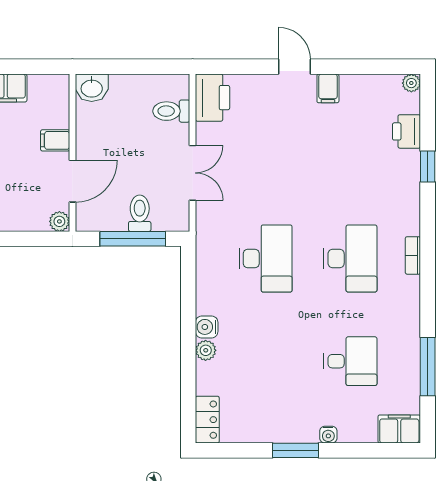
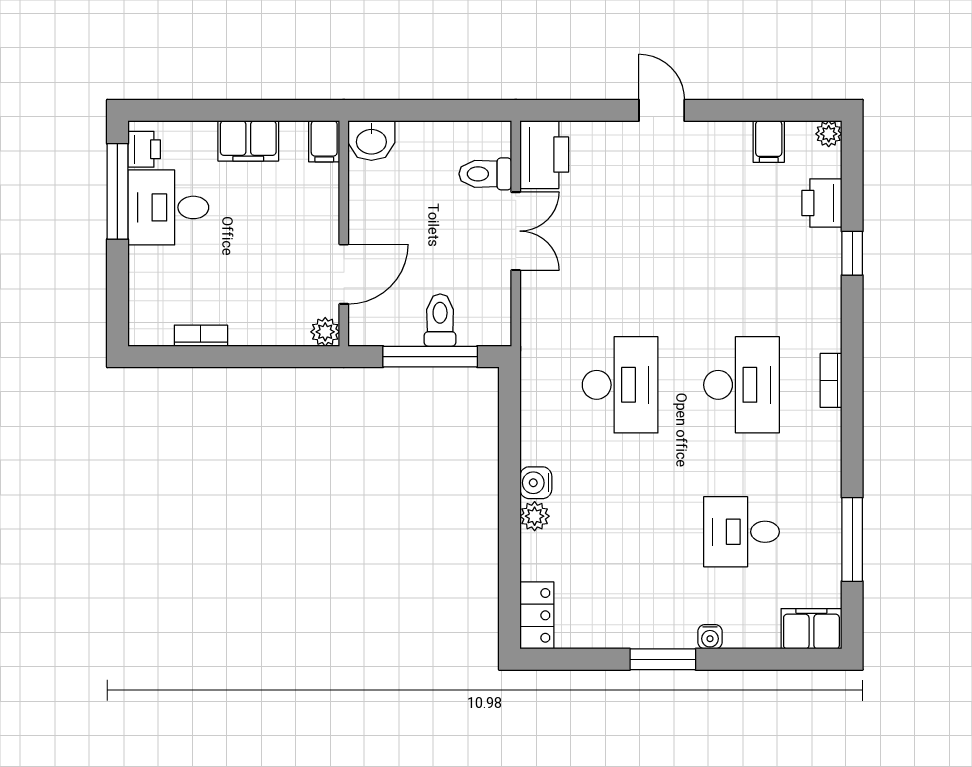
filing cabinet: (328, 88) -> (769, 141), moved
filing cabinet: (55, 140) -> (324, 141), moved, turned -90
double door: (193, 173) -> (516, 231), moved
desk: (350, 361) -> (742, 532), turned 180

